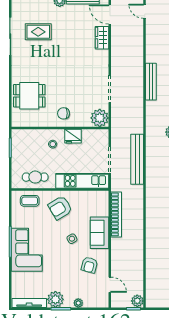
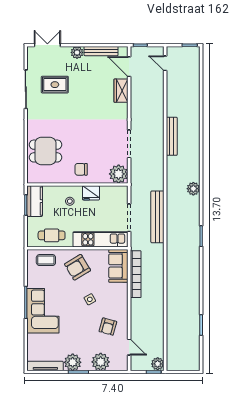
kitchen counter: (19, 144) -> (35, 201), added
sofa: (99, 233) -> (118, 266), moved
plant: (78, 303) -> (101, 362), width x1.88, depth x1.88

